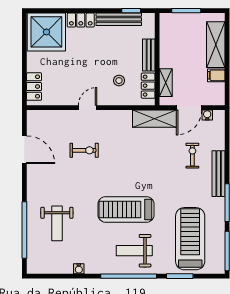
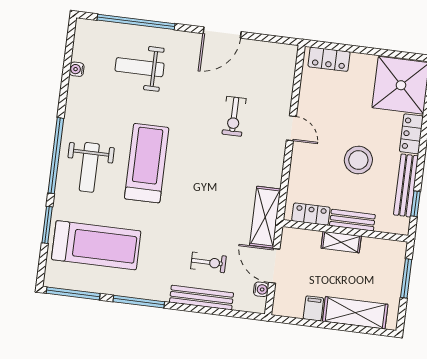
stool: (119, 81) -> (358, 160), moved, width x1.89, depth x1.89
shelving: (166, 83) -> (341, 242), moved
door: (24, 150) -> (222, 33), moved
bench: (219, 174) -> (202, 298), moved
weight bench: (134, 251) -> (89, 167), turned 180
water cooler: (79, 269) -> (77, 69), moved

